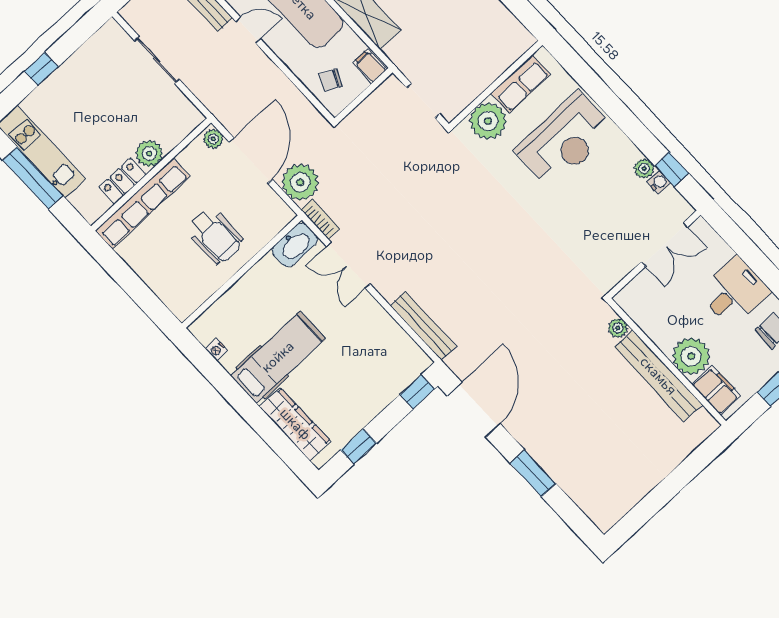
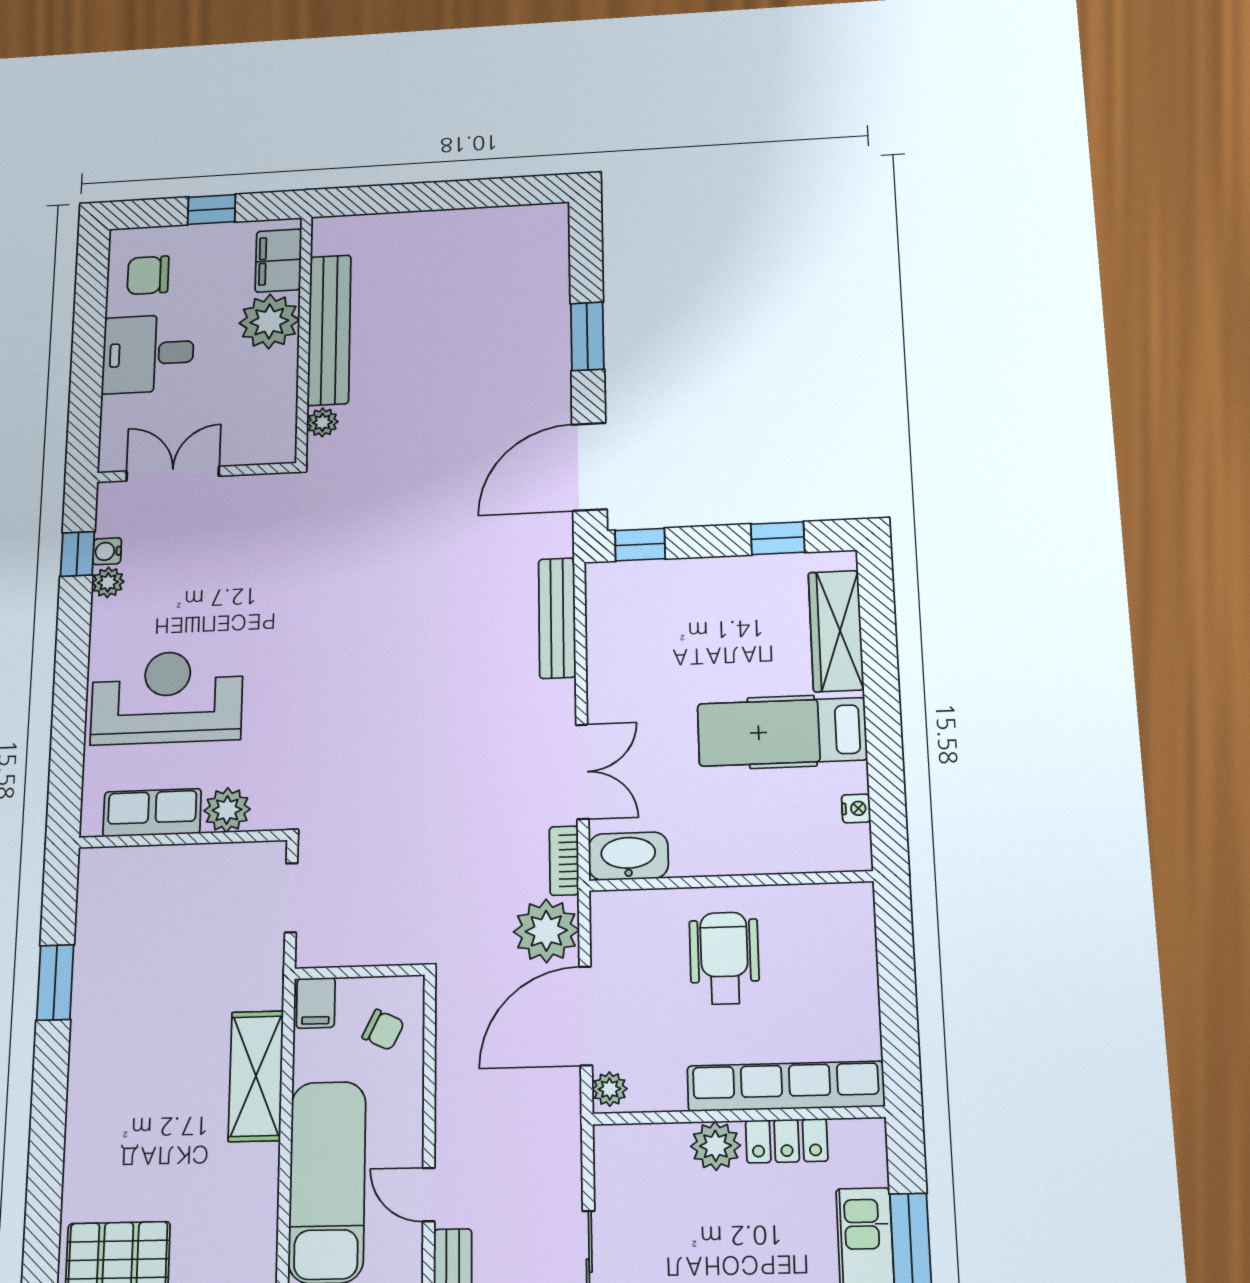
plant: (488, 121) -> (227, 810), width x0.73, depth x0.73

